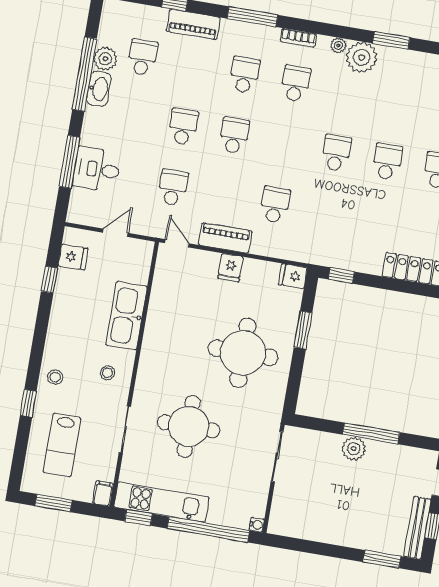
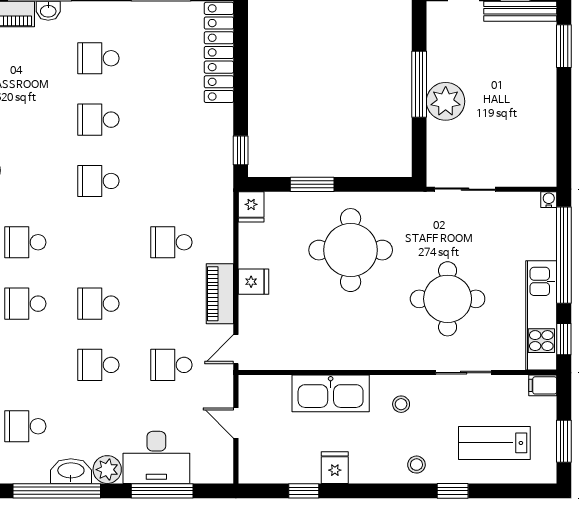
plant: (105, 59) -> (107, 470), moved
desk: (97, 169) -> (156, 457), width x1.37
fridge: (73, 257) -> (335, 468), moved
lab bench: (62, 445) -> (494, 443), turned 180
plant: (354, 449) -> (446, 101), width x1.36, depth x1.36

